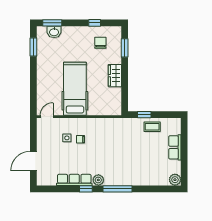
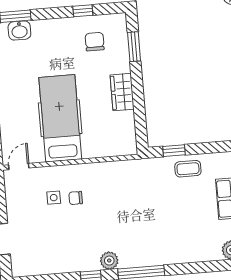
row of seats: (74, 180) -> (71, 264), removed

